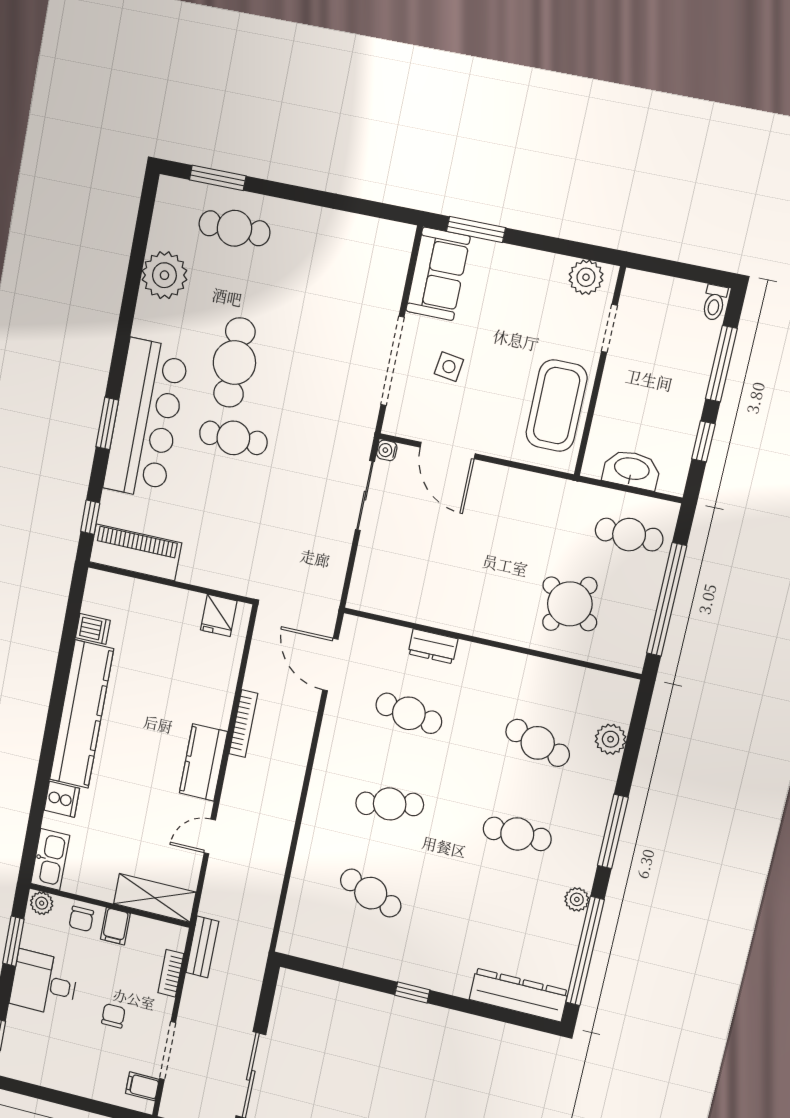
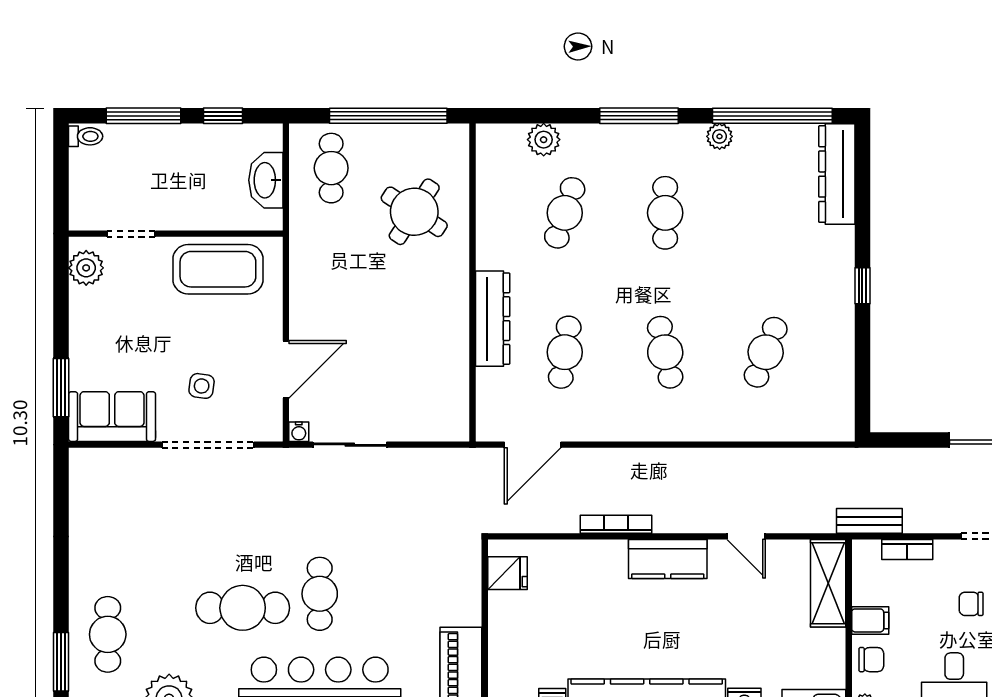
dresser: (433, 646) -> (493, 319), width x1.96, depth x1.24

